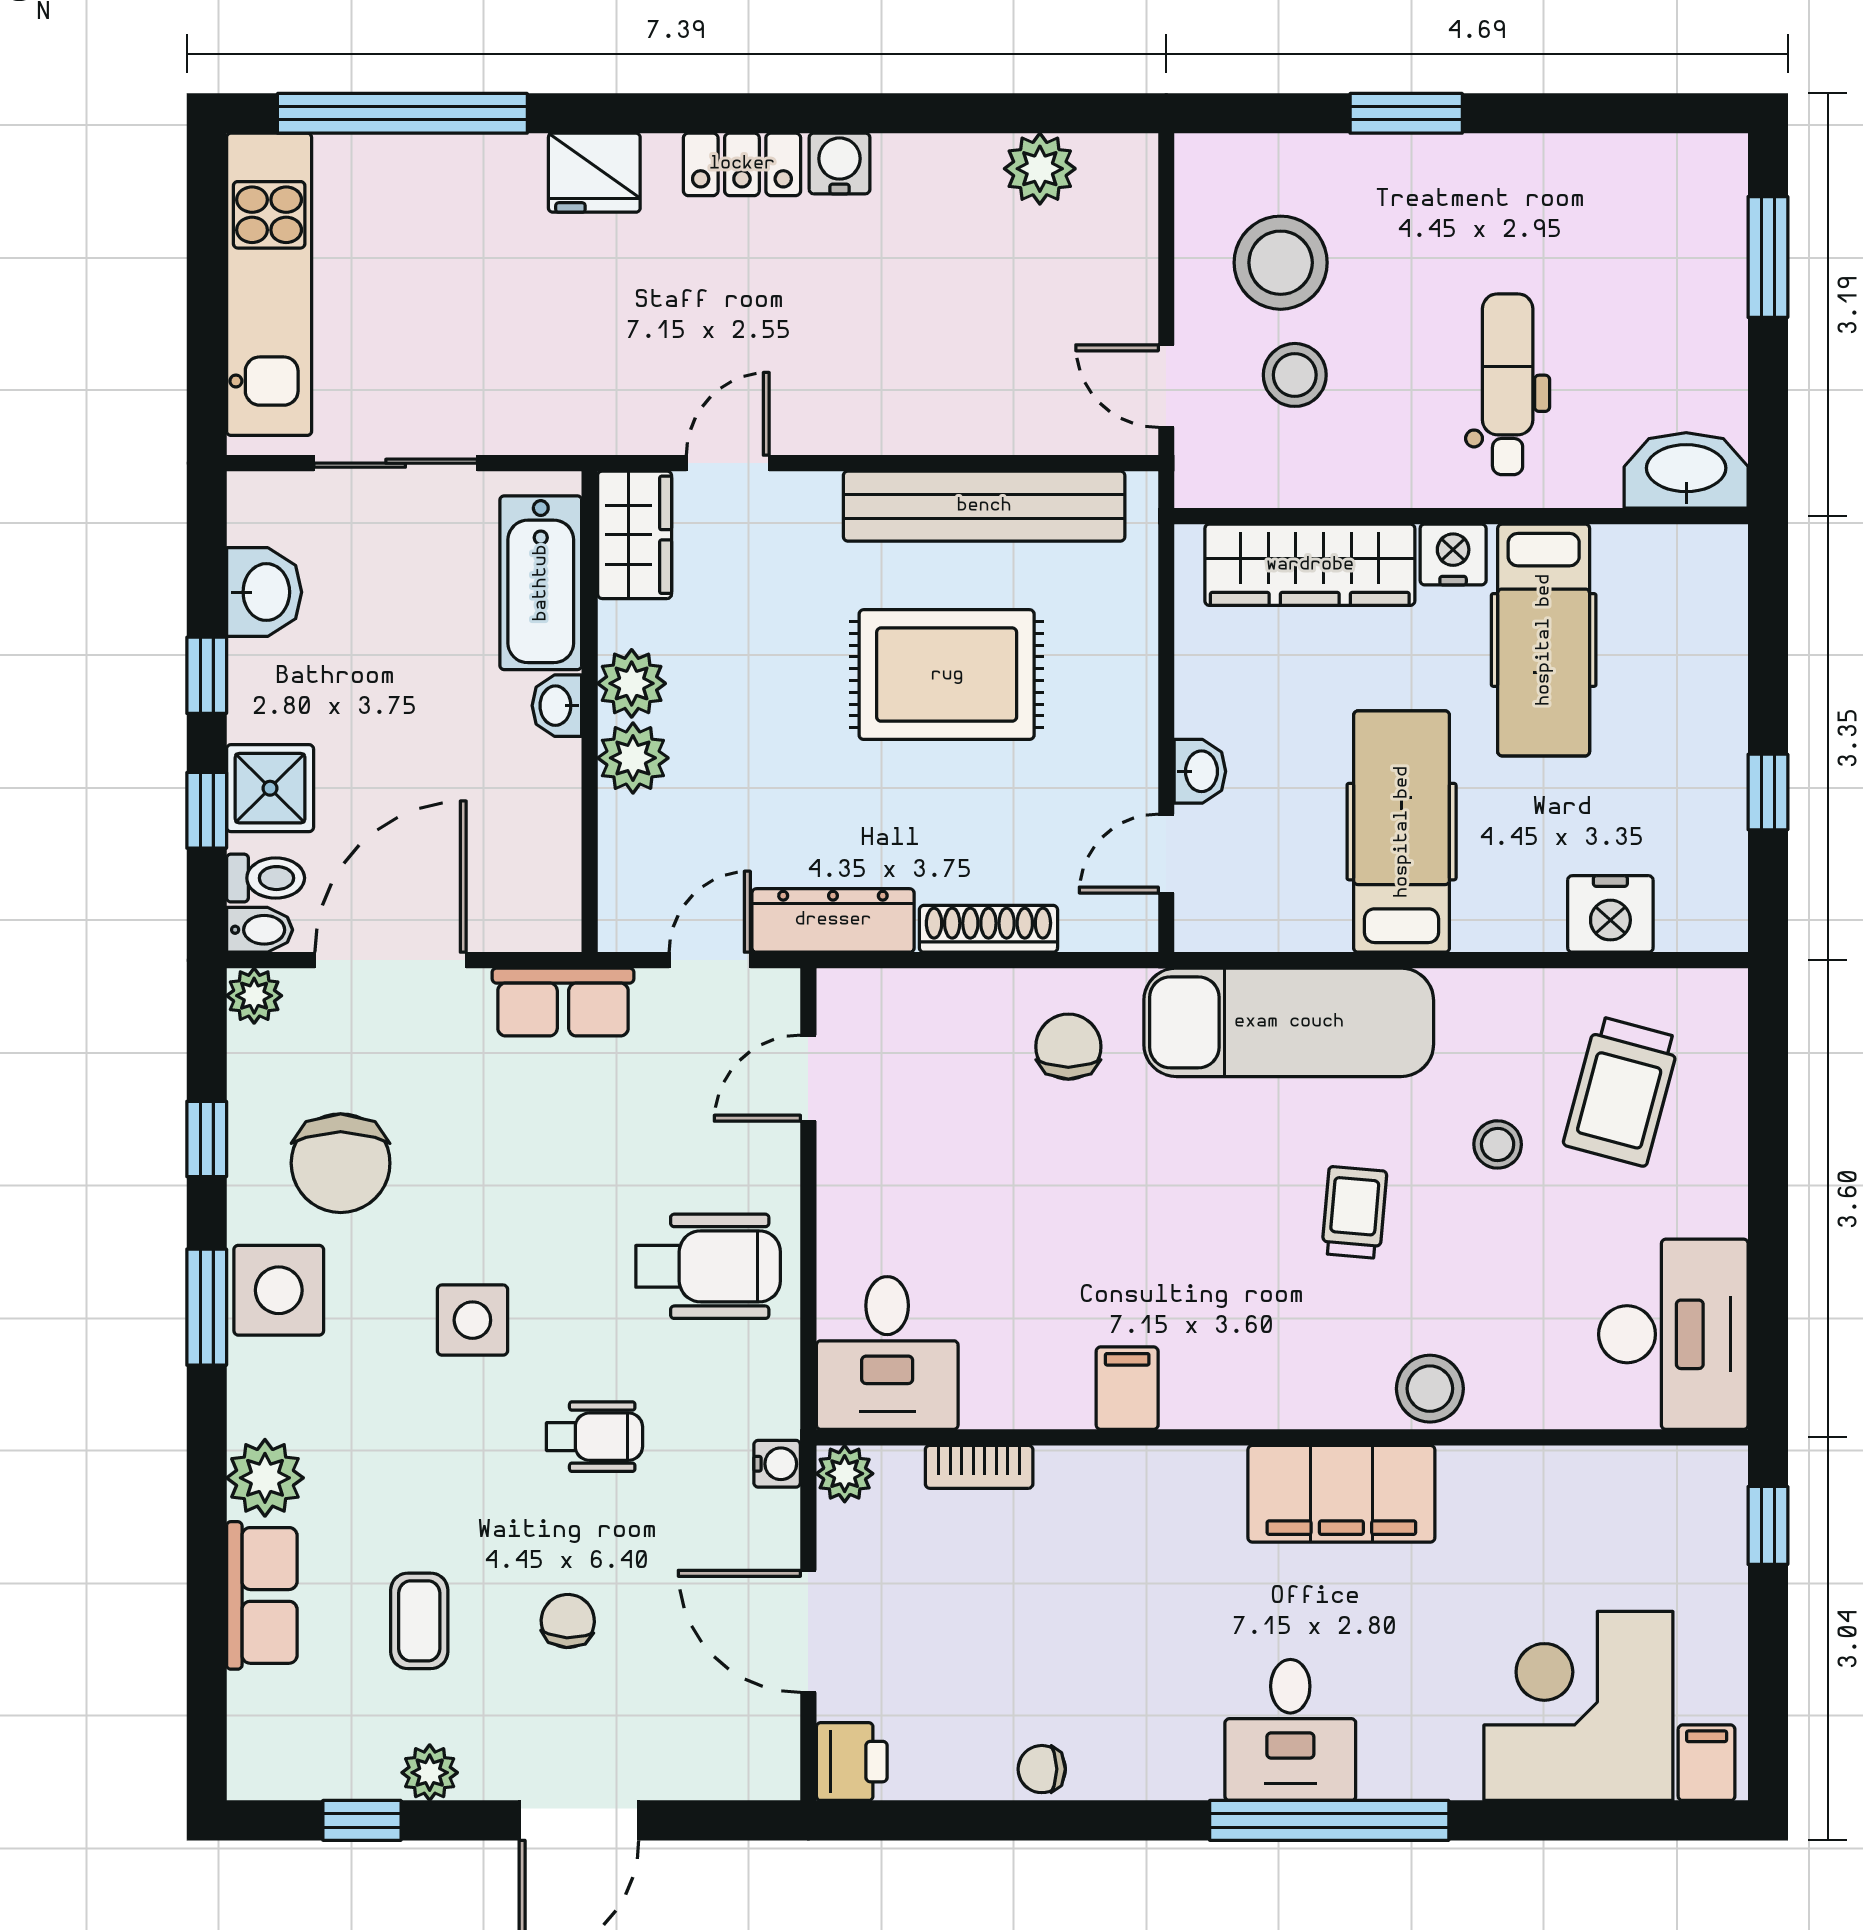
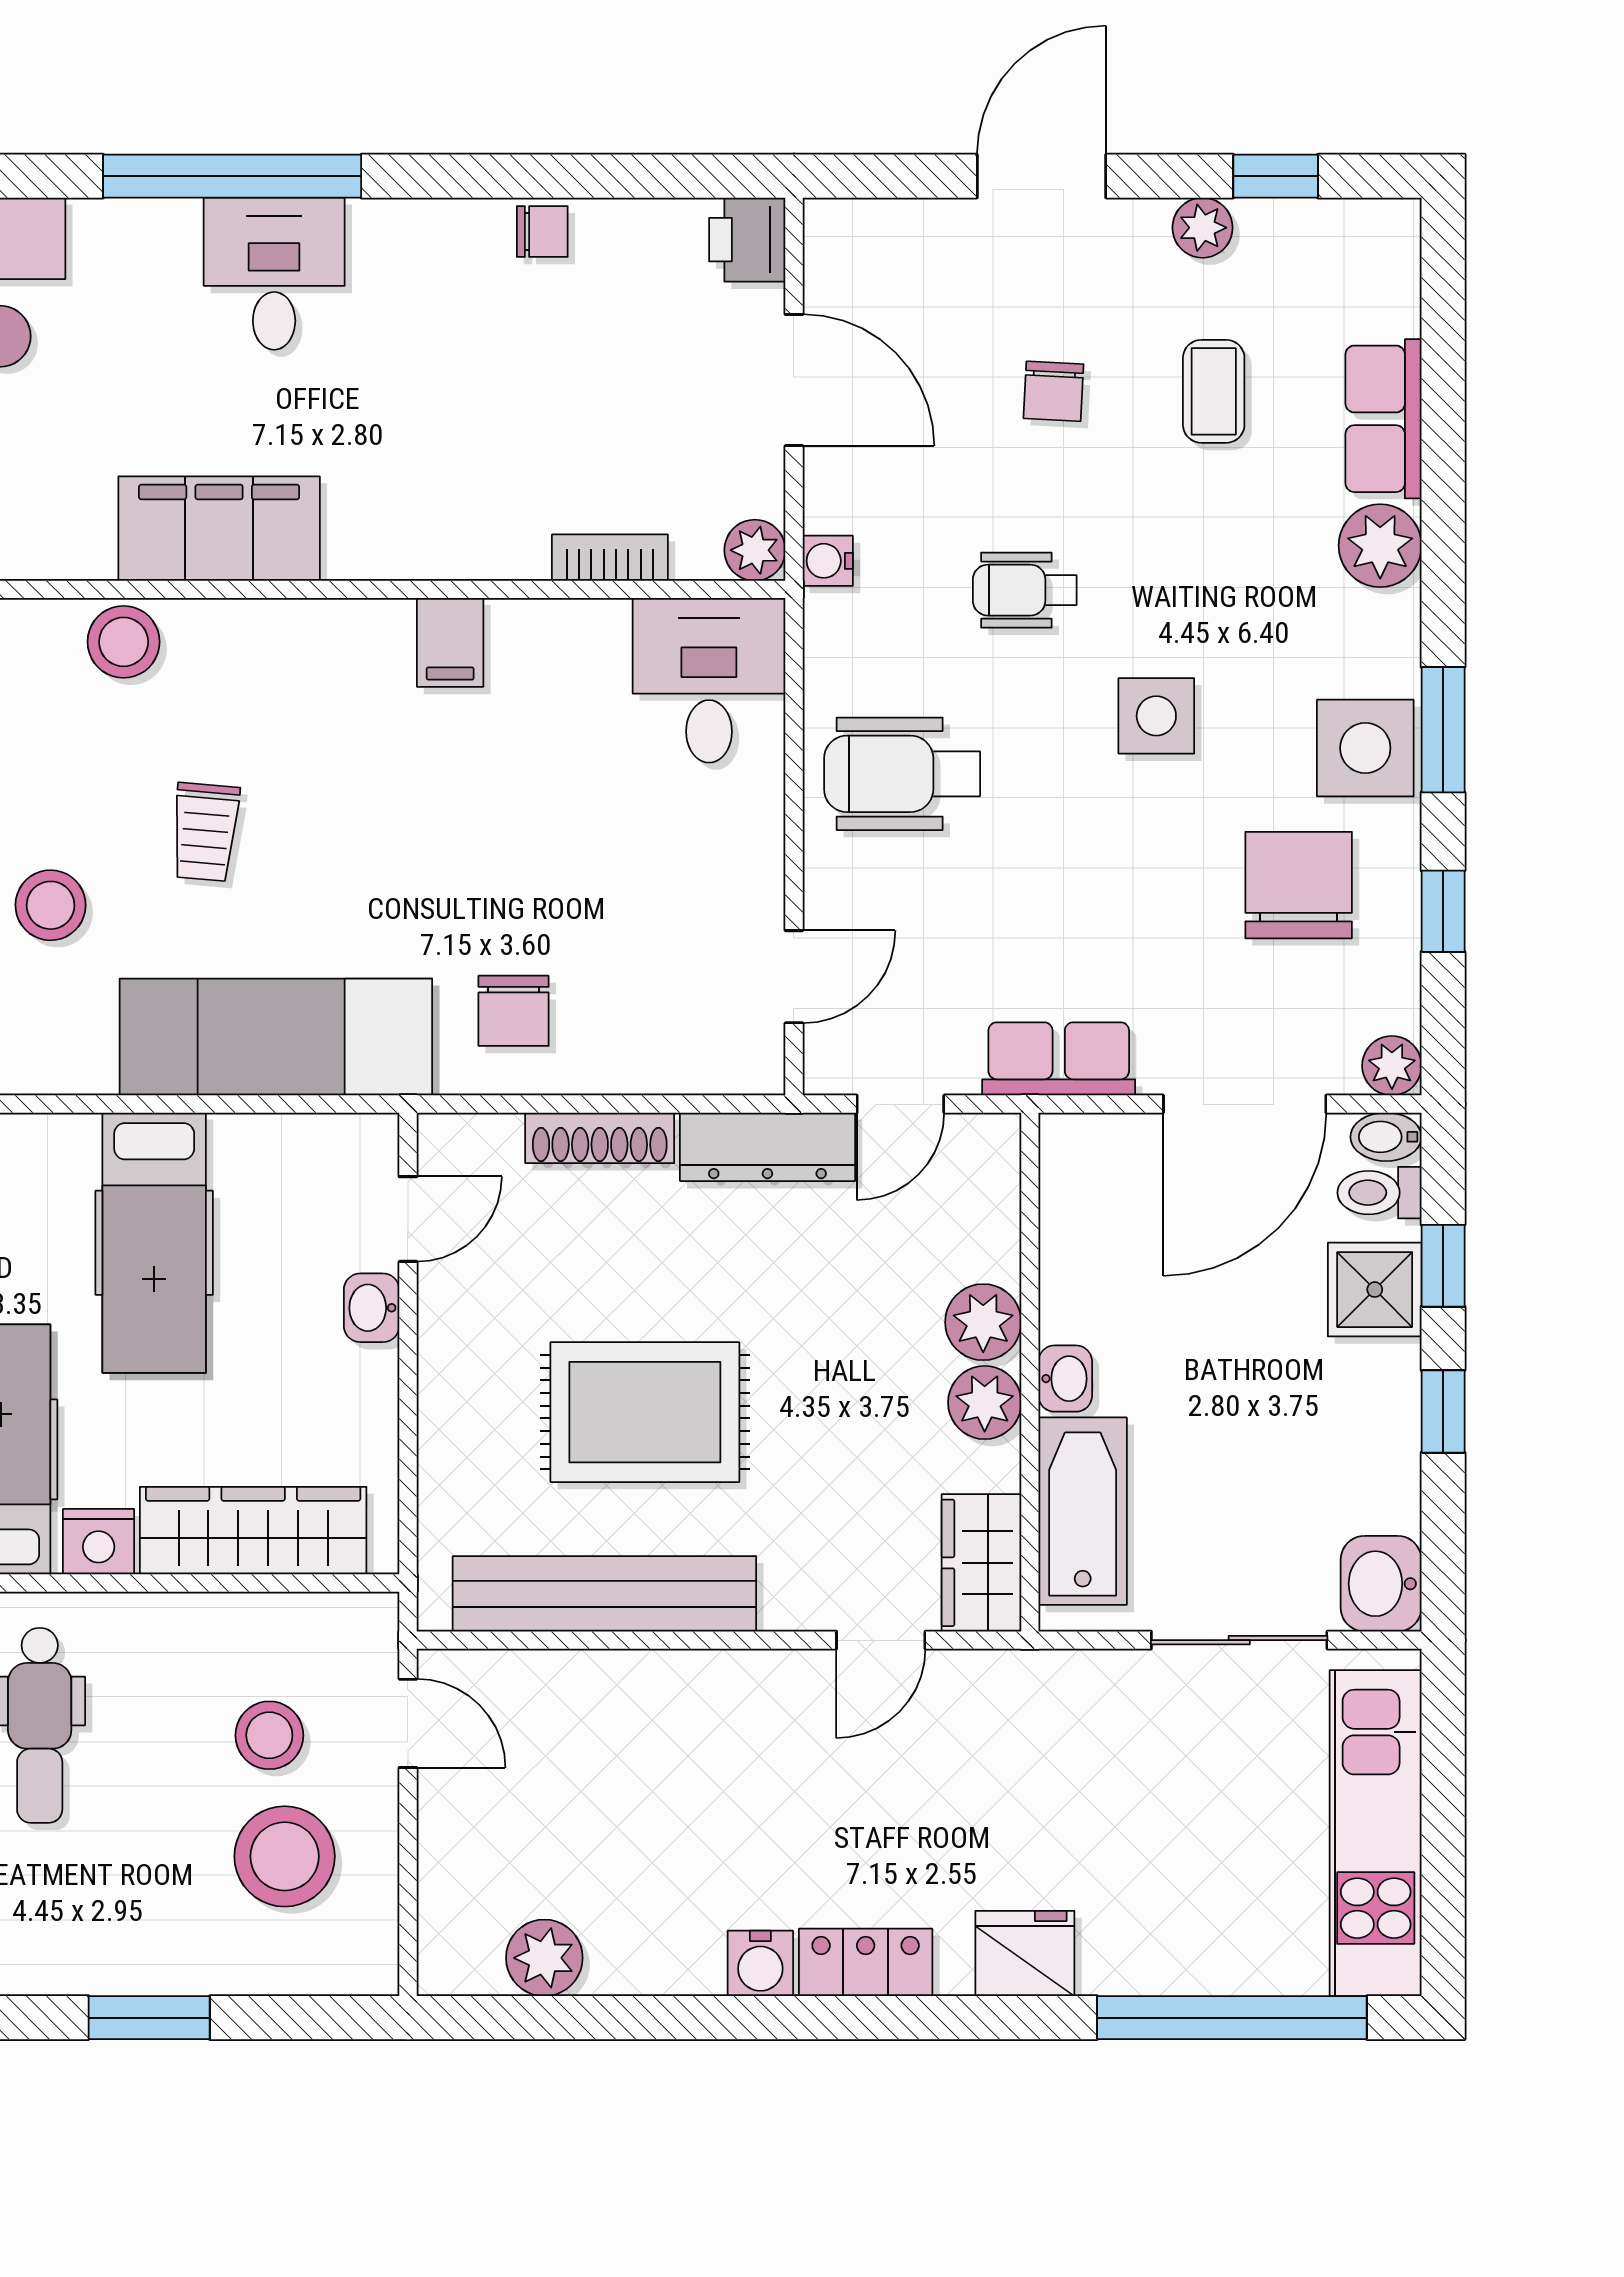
washbasin: (264, 592) -> (1381, 1584), moved
stool: (1498, 1144) -> (51, 905), width x1.37, depth x1.37

